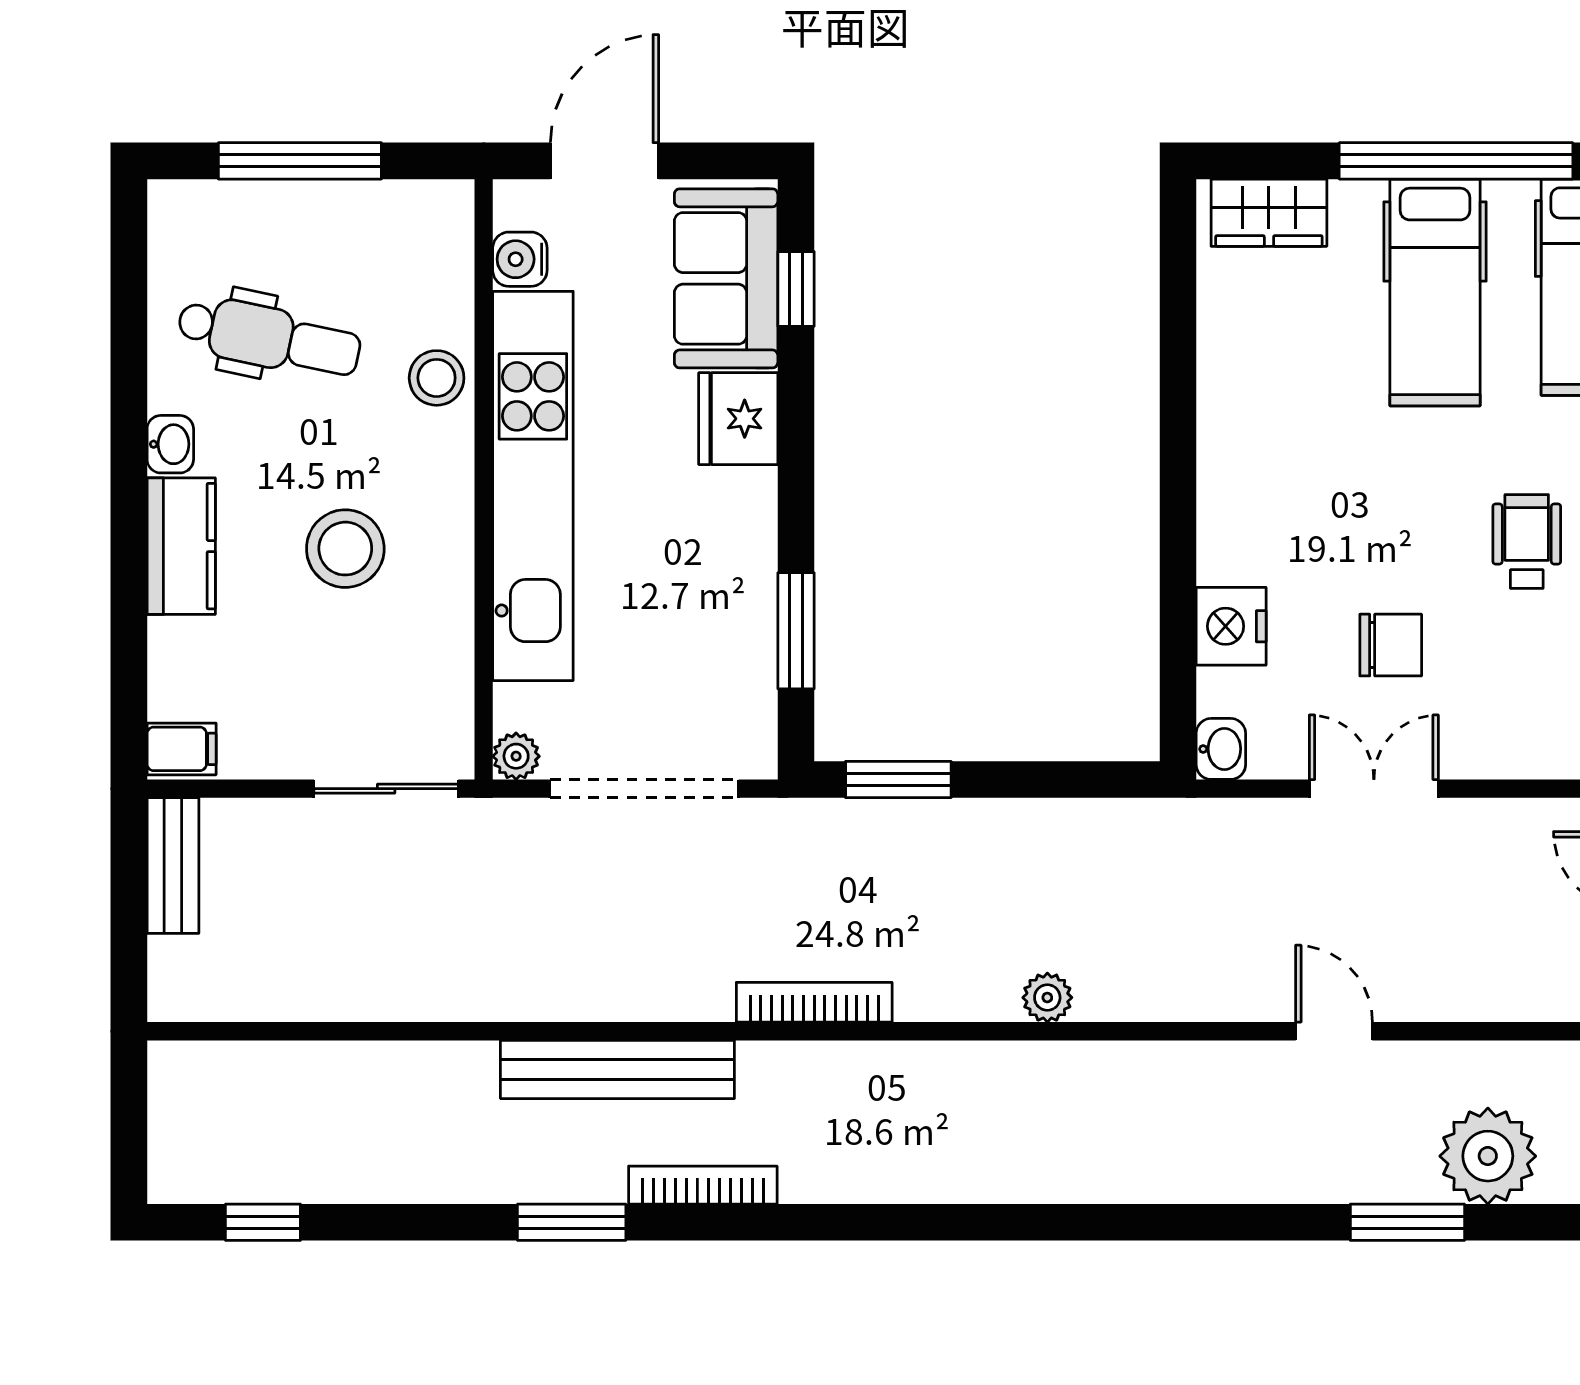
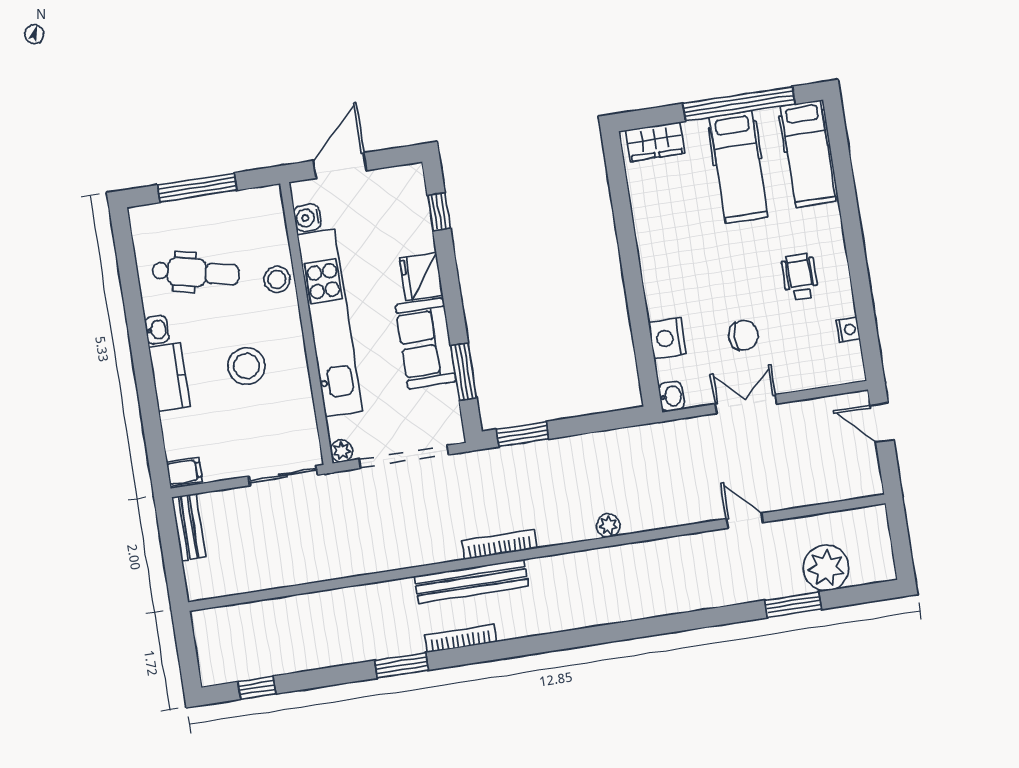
sofa: (726, 278) -> (426, 343), moved
bench: (617, 1069) -> (471, 581), moved

